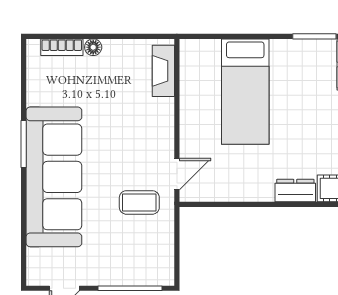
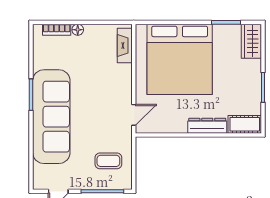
bed: (245, 92) -> (180, 59), width x2.04
dresser: (295, 190) -> (207, 126), width x1.44
coffee table: (139, 202) -> (108, 161), moved

